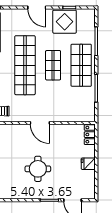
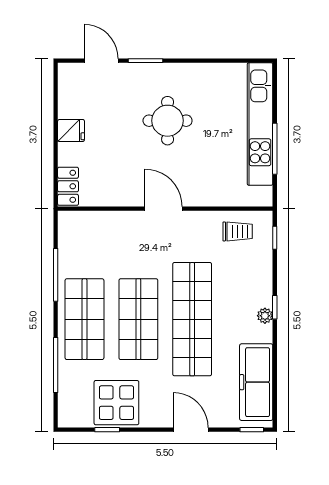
door: (37, 8) -> (191, 430), moved
shop shelf: (53, 65) -> (138, 319), width x1.43, depth x1.36

